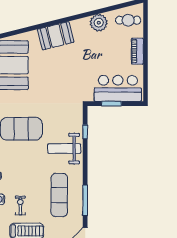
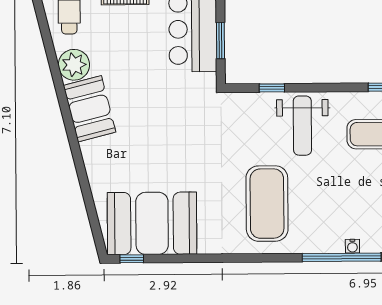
booth: (56, 36) -> (90, 109), moved

